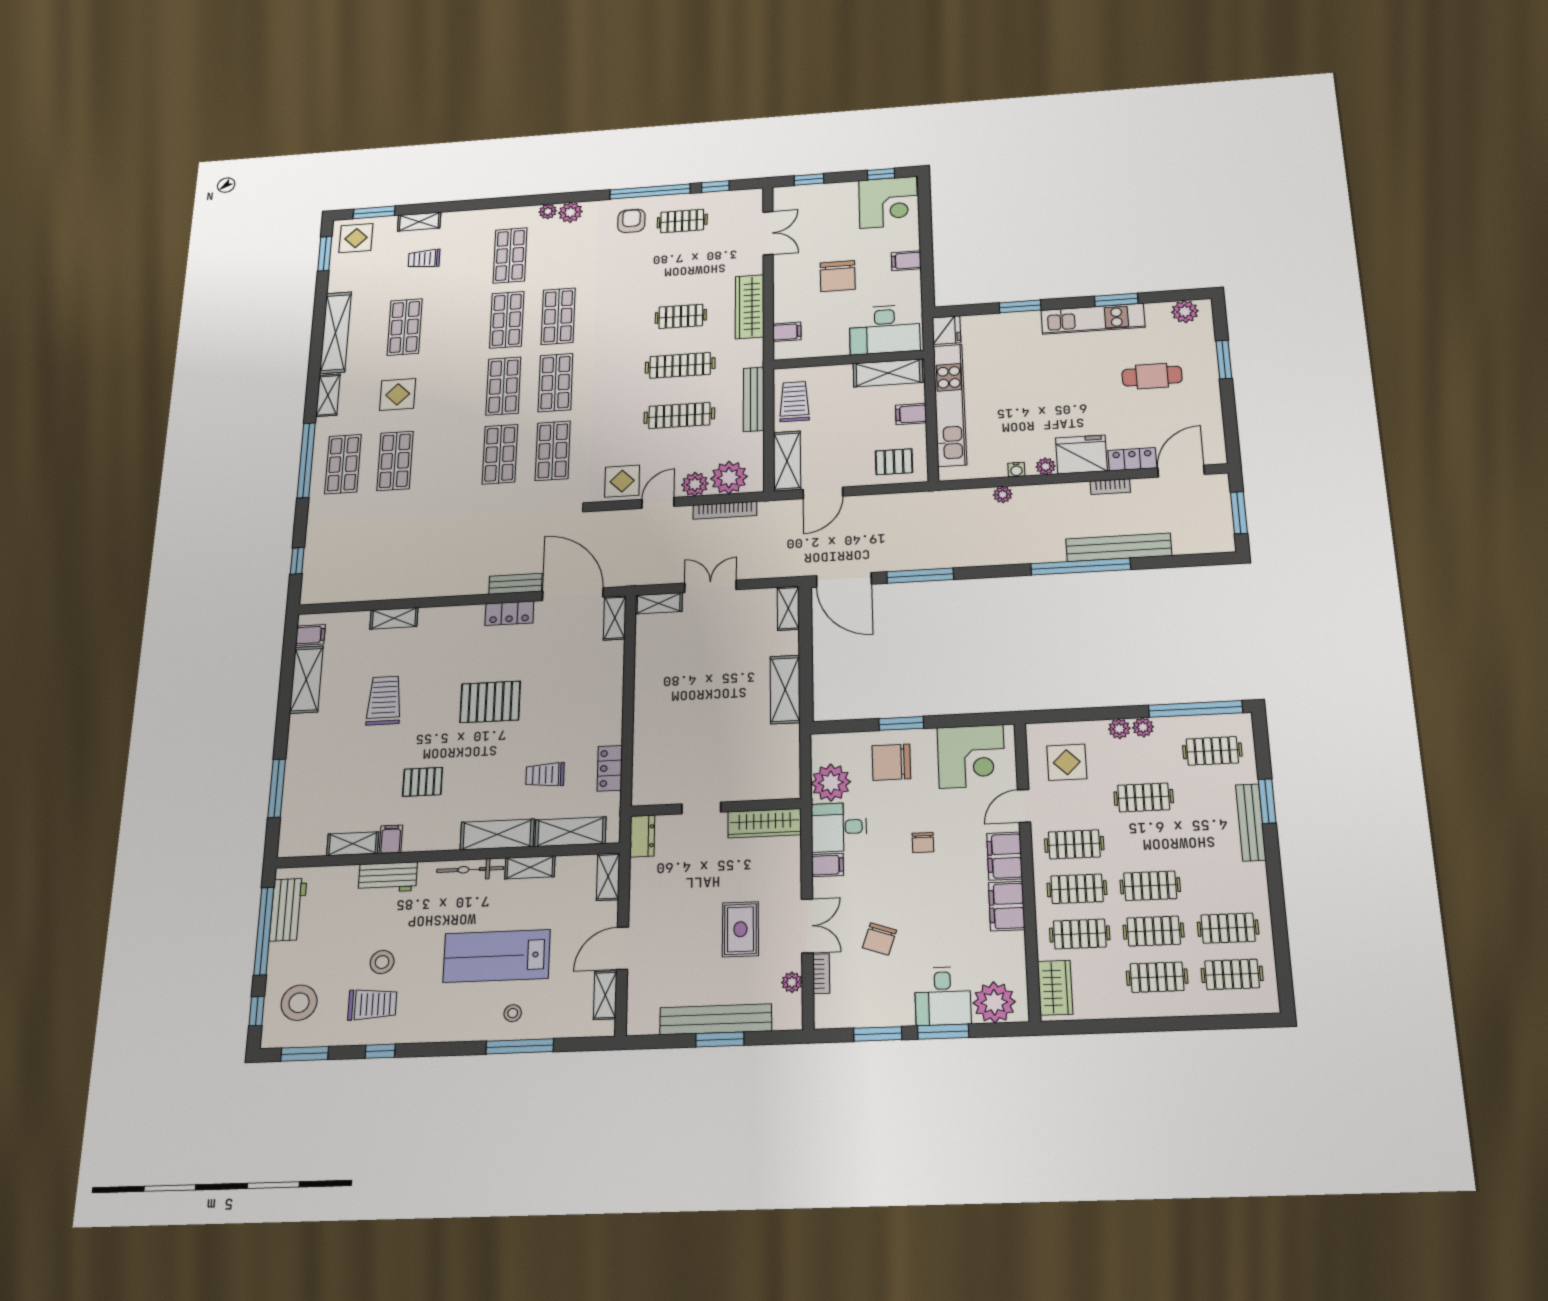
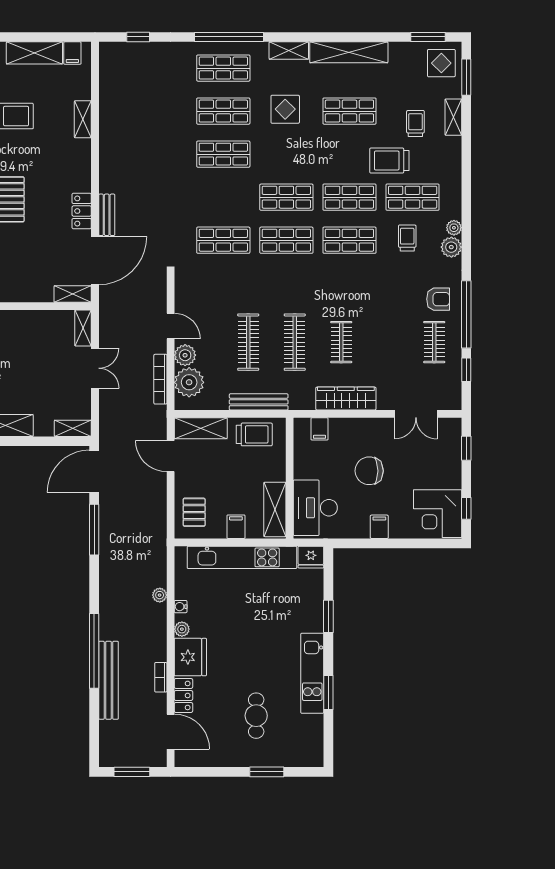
trolley: (558, 257) -> (407, 238), added
trolley: (466, 282) -> (389, 161), added
plant: (1185, 312) -> (313, 745), removed
shop shelf: (500, 454) -> (223, 154), moved
display table: (622, 481) -> (192, 297), removed

